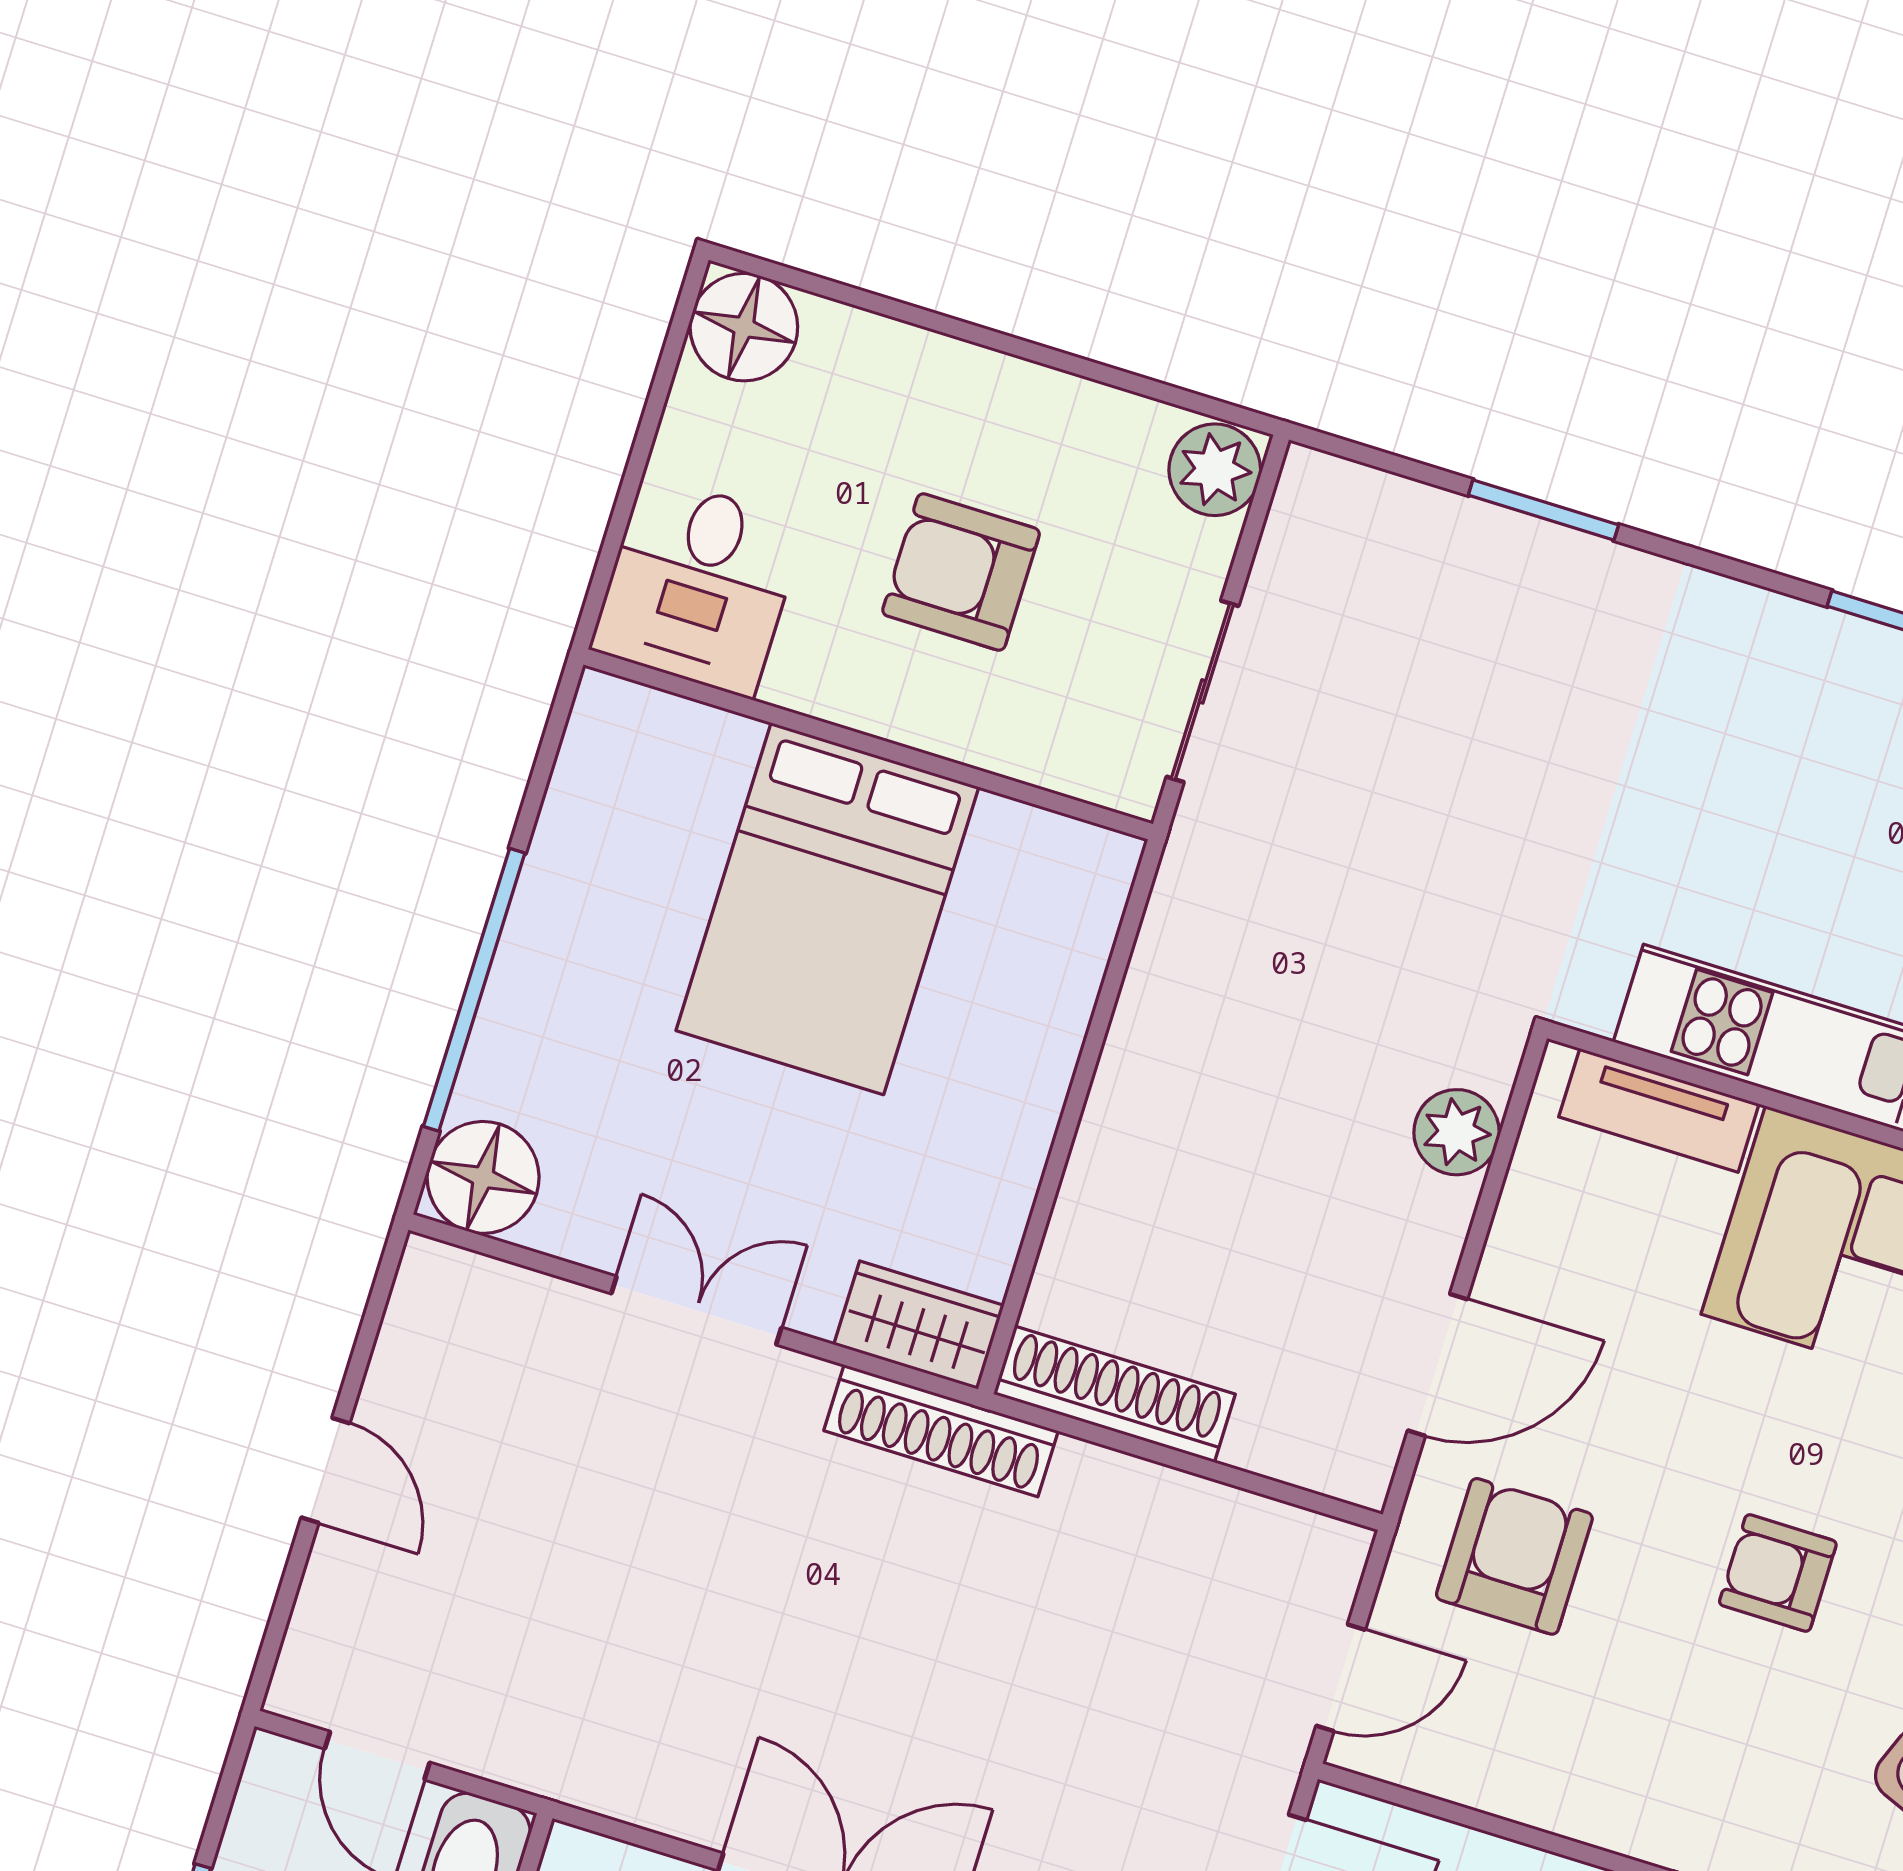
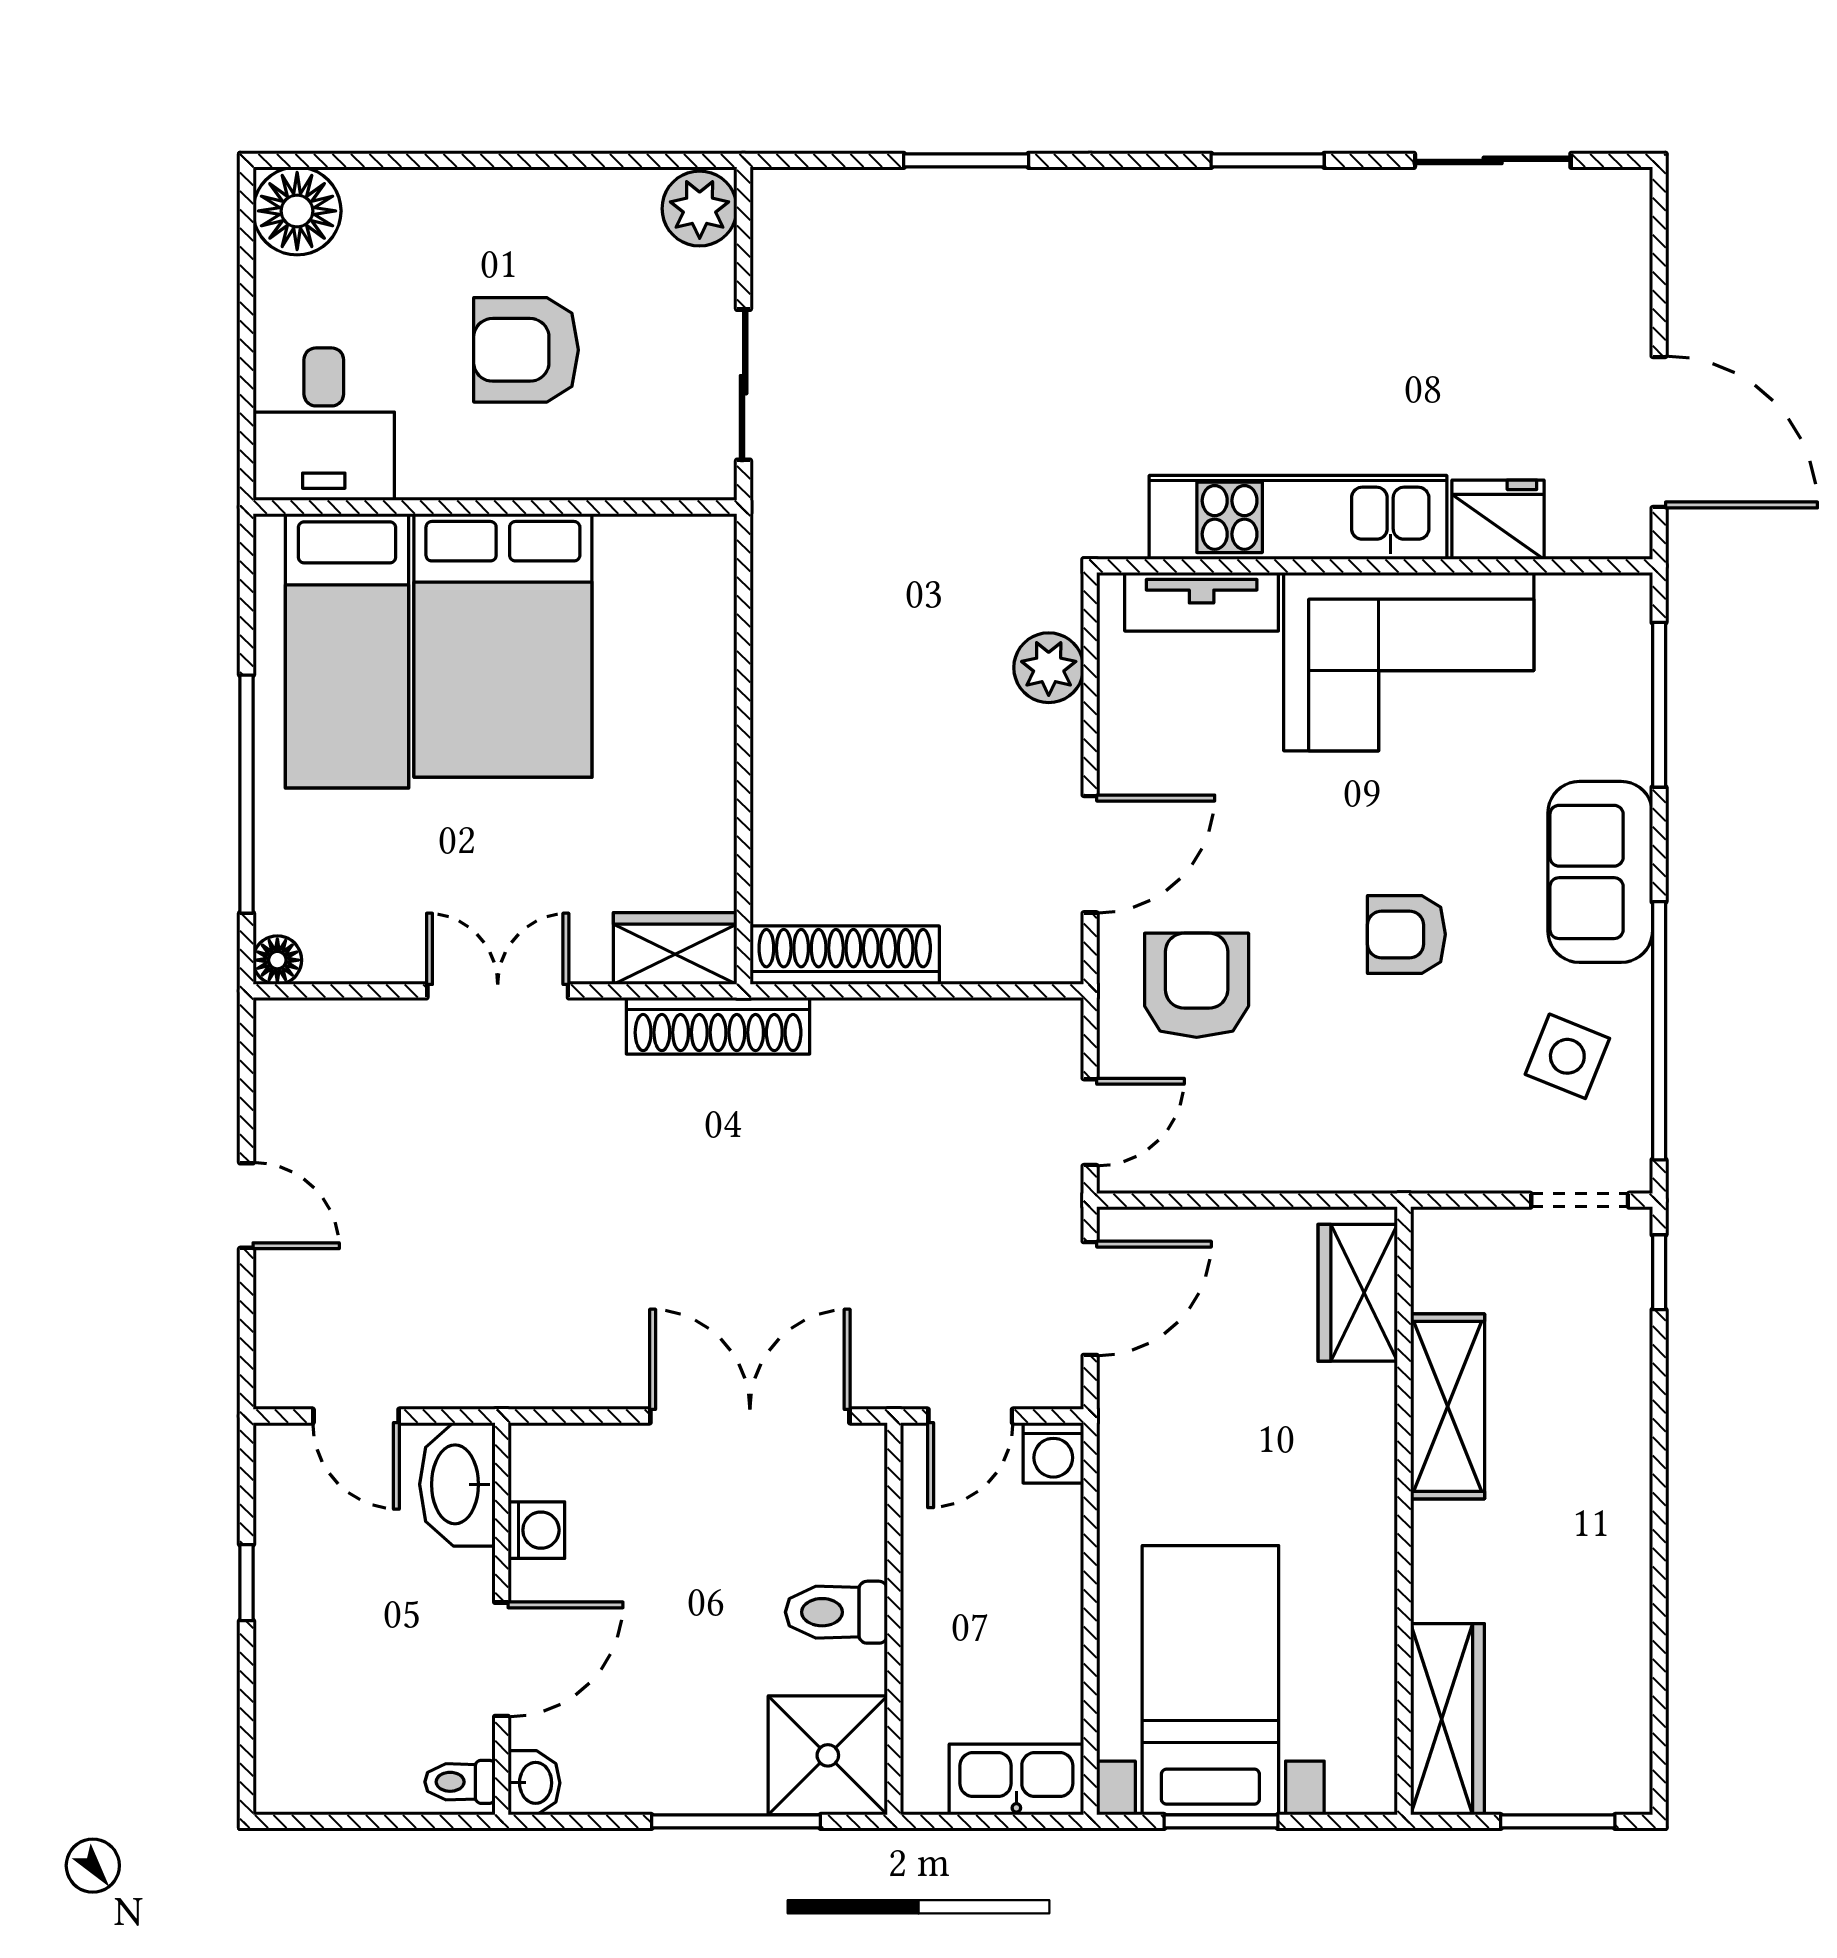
bed: (643, 859) -> (347, 651), added
floor lamp: (483, 1177) -> (277, 960), width x0.53, depth x0.53

